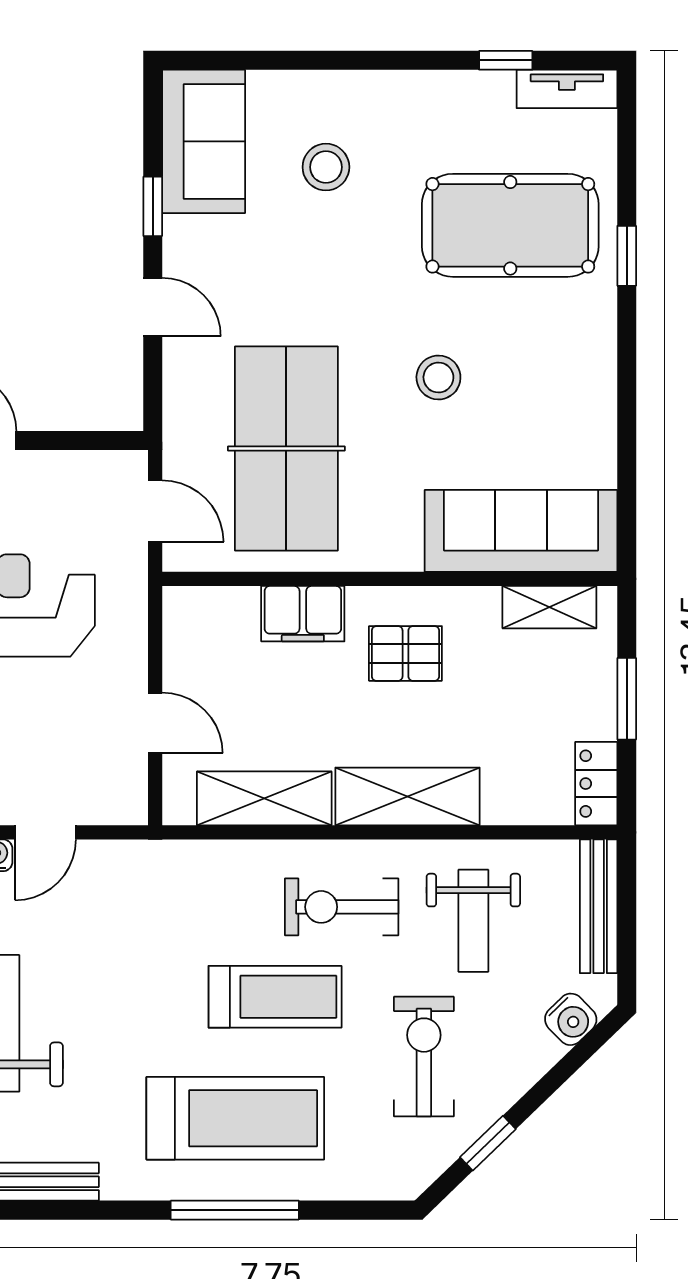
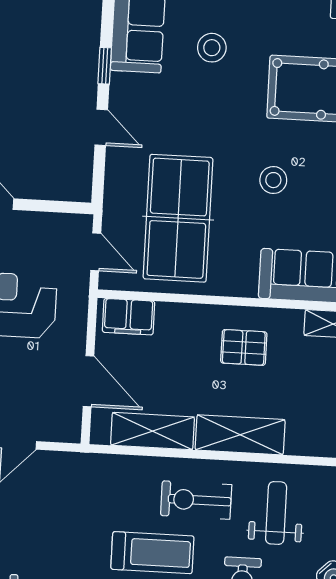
filing cabinet: (303, 614) -> (129, 317), moved
door: (155, 723) -> (88, 381), width x1.38
weight bench: (473, 921) -> (276, 513), turned 180

